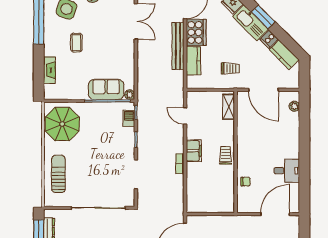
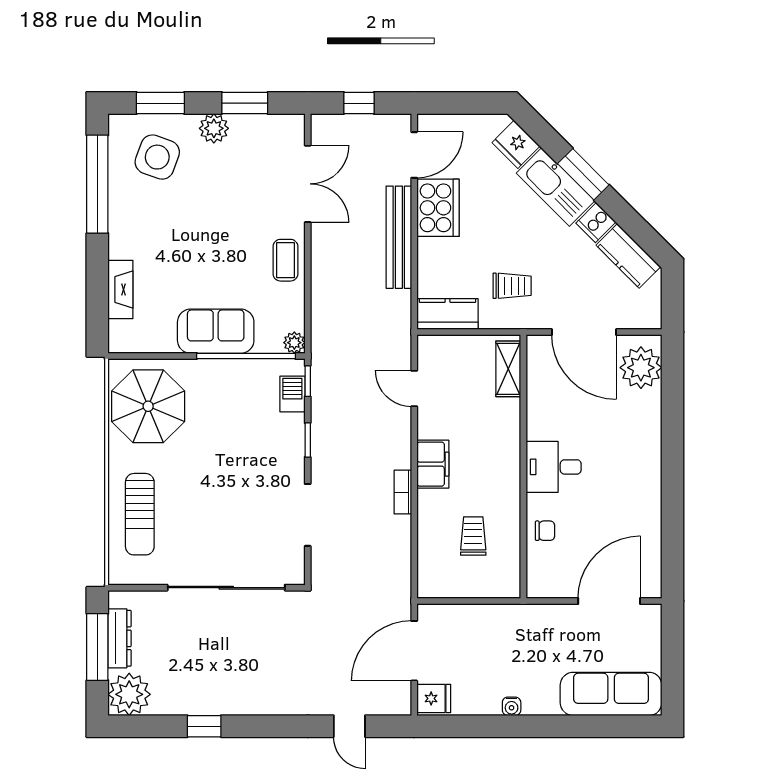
coffee table: (76, 43) -> (285, 260), moved
kitchen counter: (193, 61) -> (448, 314), moved, turned -90
sofa: (106, 89) -> (216, 331), moved
plant: (294, 106) -> (641, 368), width x1.88, depth x1.88
trolley: (226, 155) -> (473, 536), moved
desk: (287, 171) -> (554, 467), moved, turned 180
sun lounger: (58, 174) -> (140, 514), turned 180

